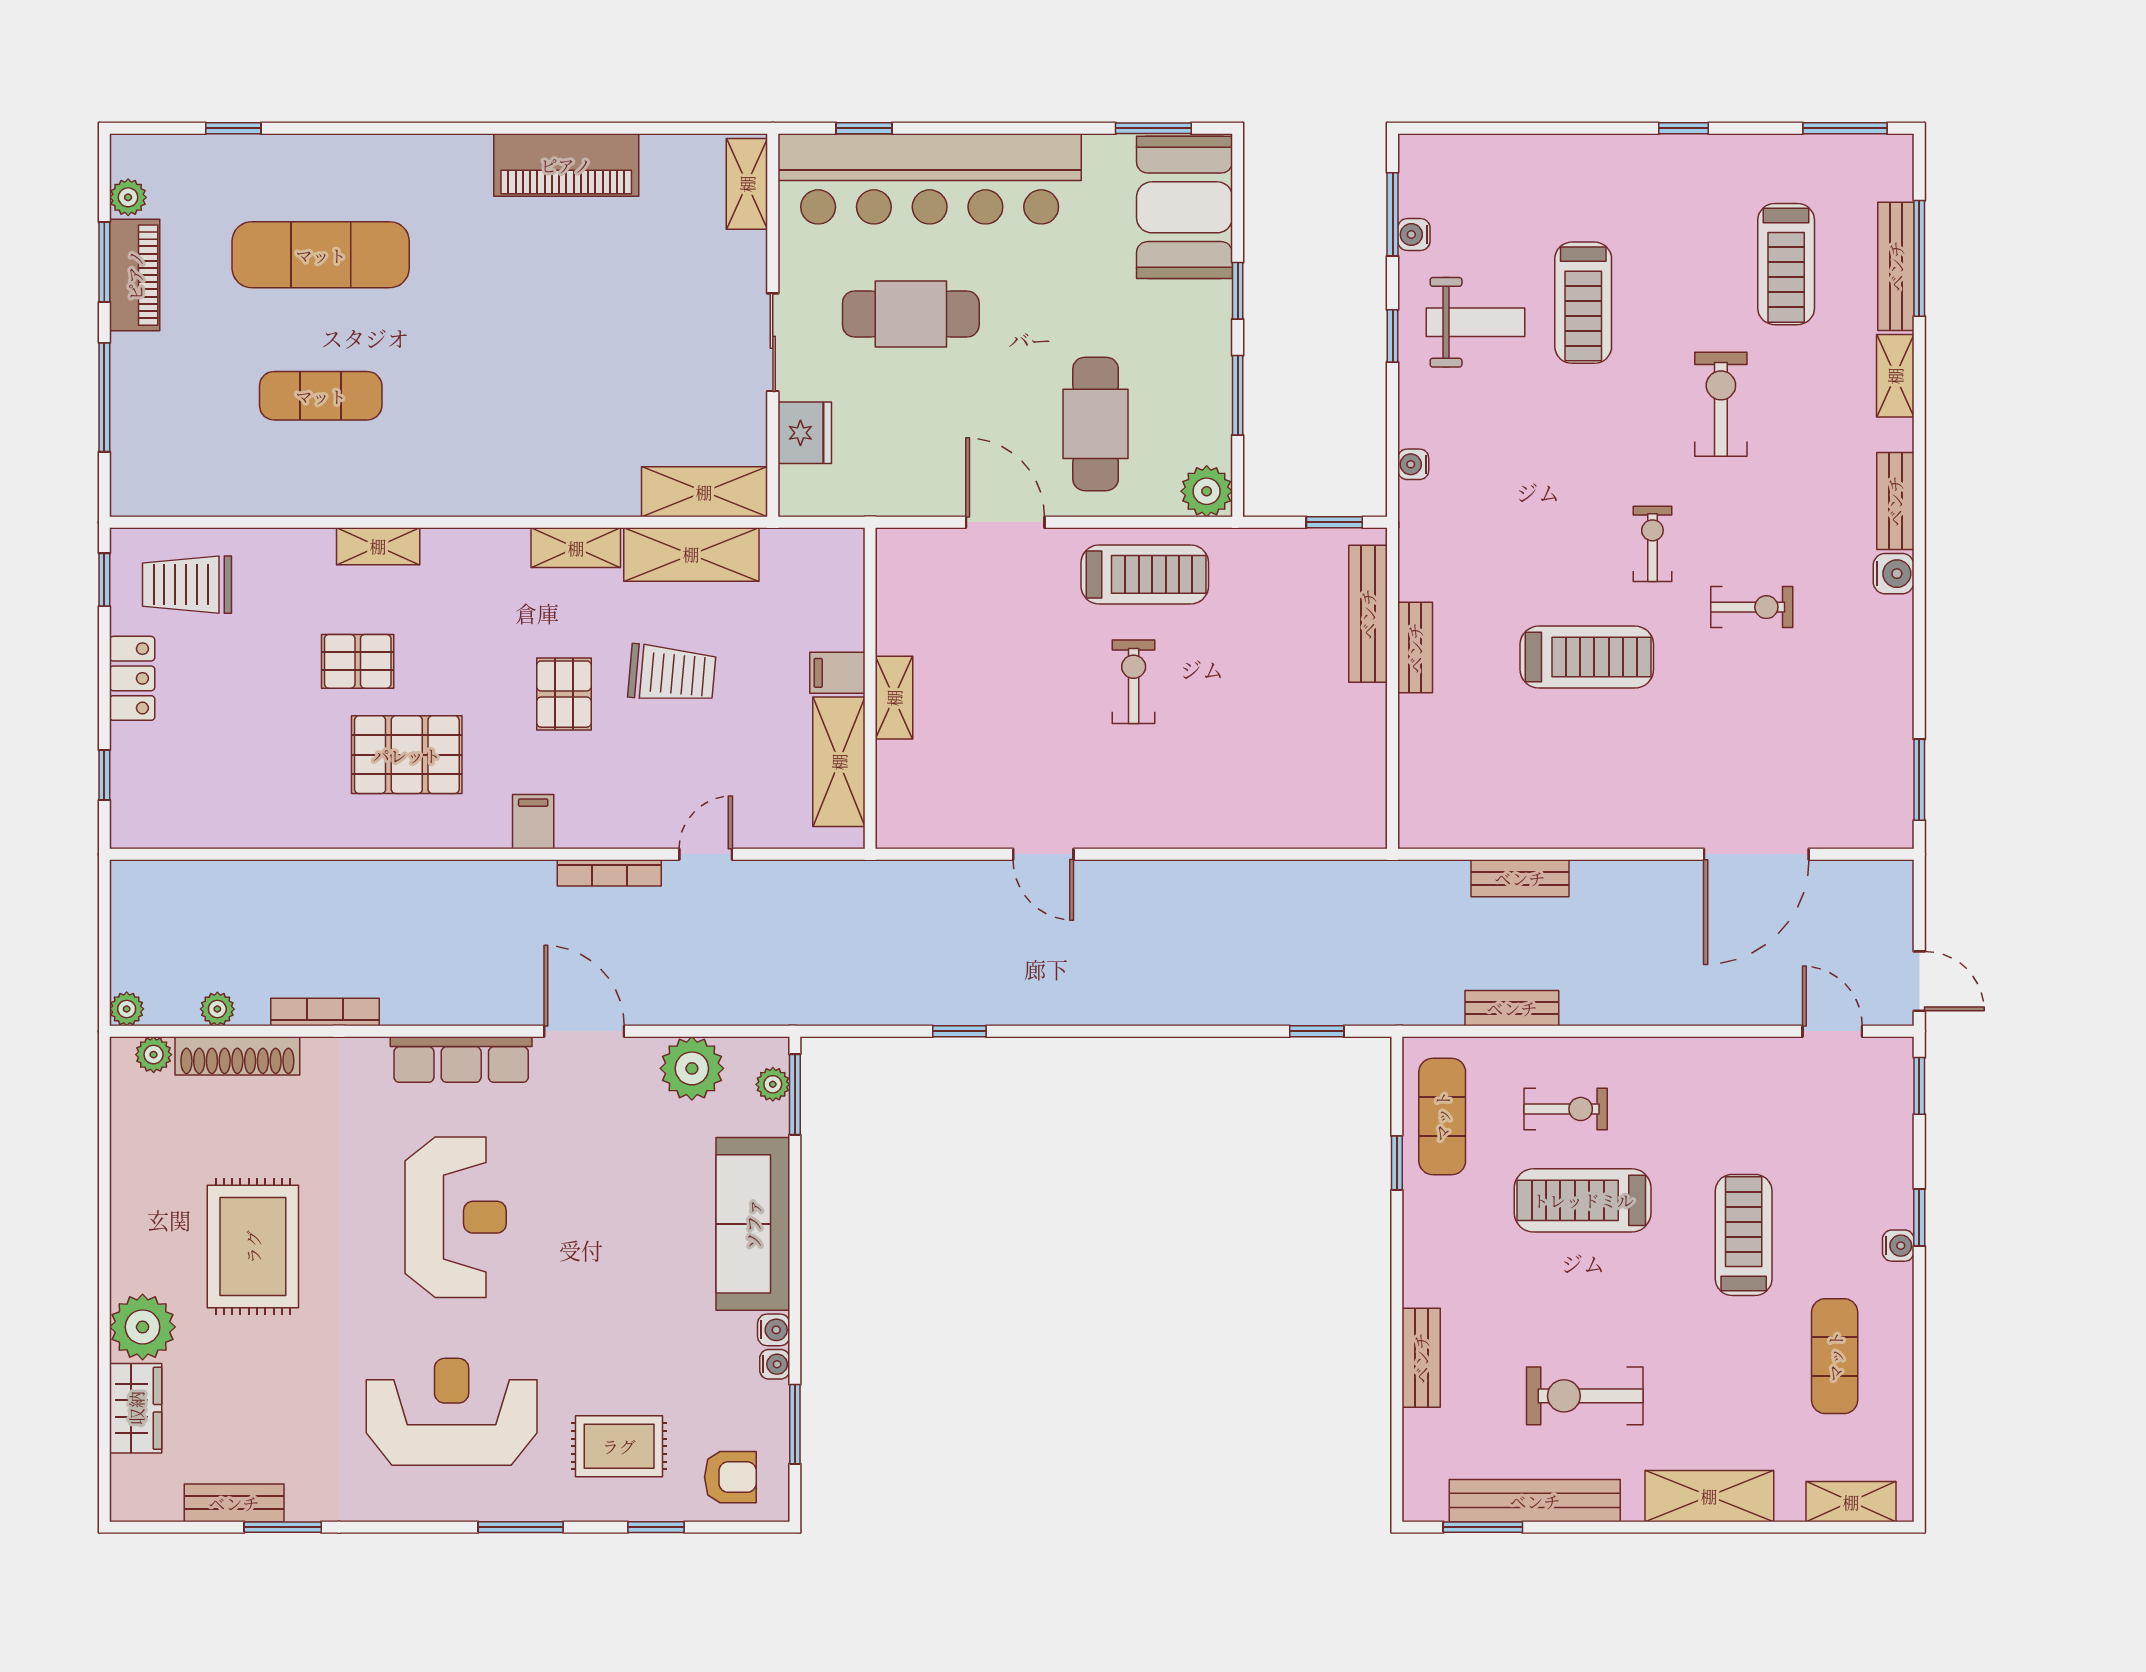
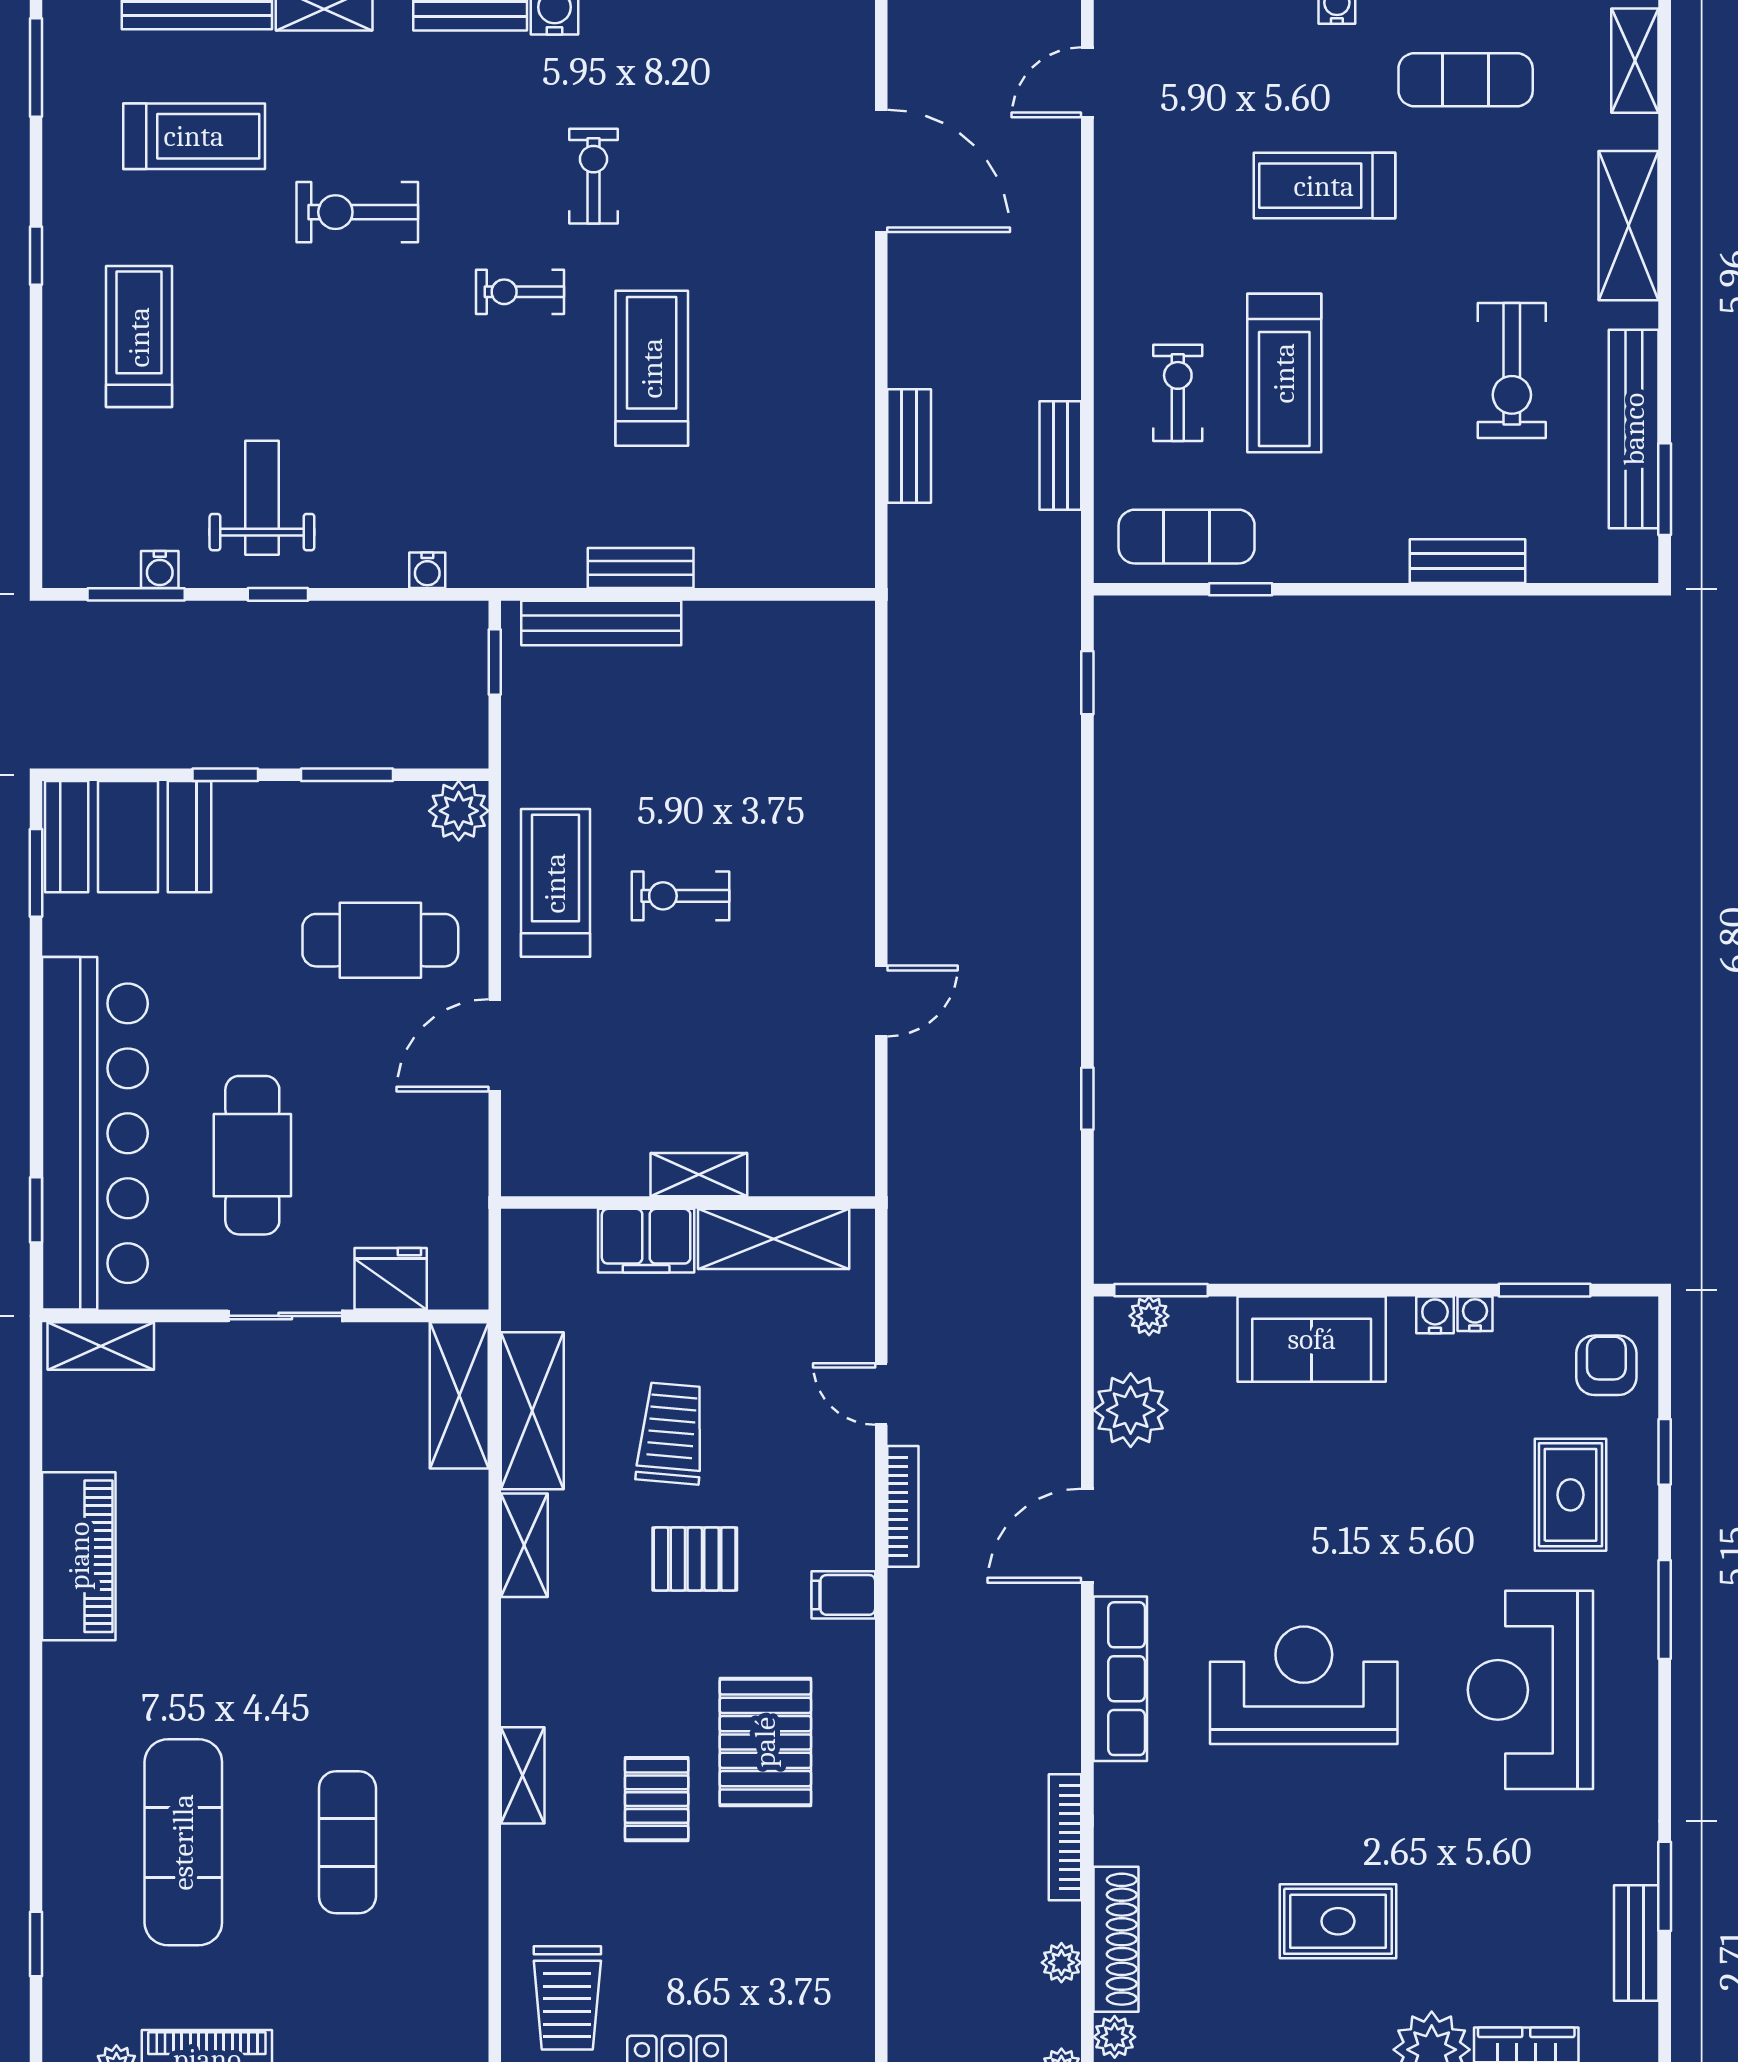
treadmill: (1583, 303) -> (139, 337), moved, turned -90
filing cabinet: (837, 673) -> (646, 1241), width x2.00
sofa: (753, 1224) -> (1312, 1339), width x0.73
rug: (253, 1247) -> (1338, 1921), width x0.73, depth x0.70

